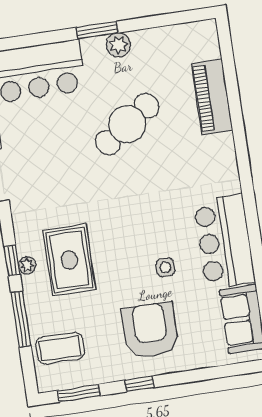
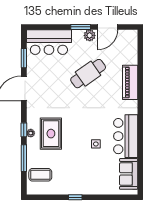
door: (153, 22) -> (108, 27), added
piano: (212, 97) -> (130, 82), moved
armchair: (150, 330) -> (84, 173), removed
window: (79, 393) -> (46, 197), removed

